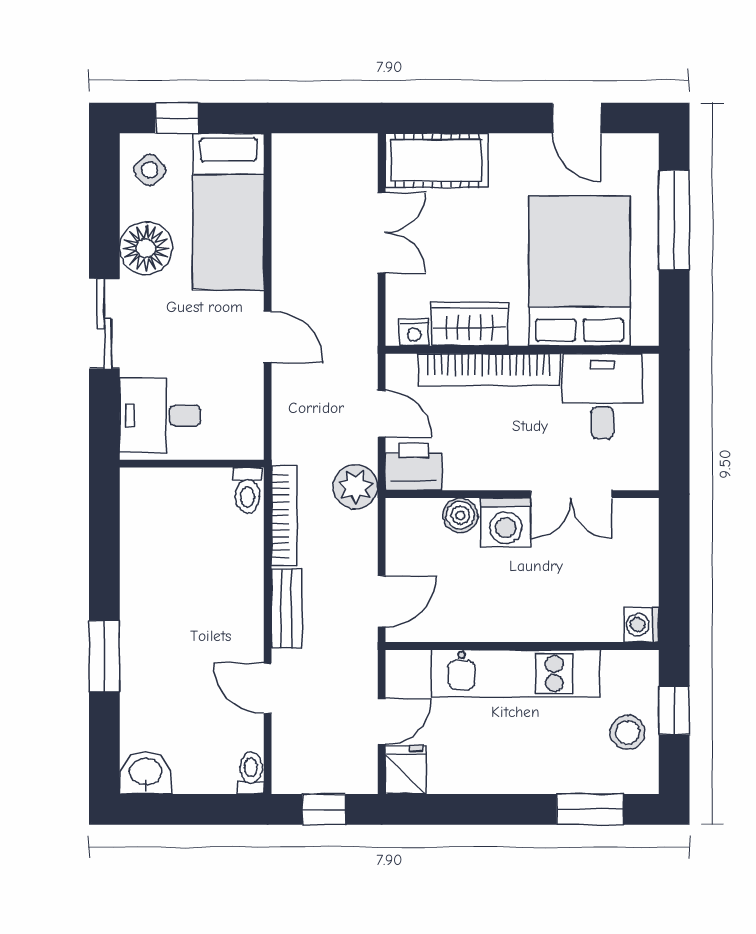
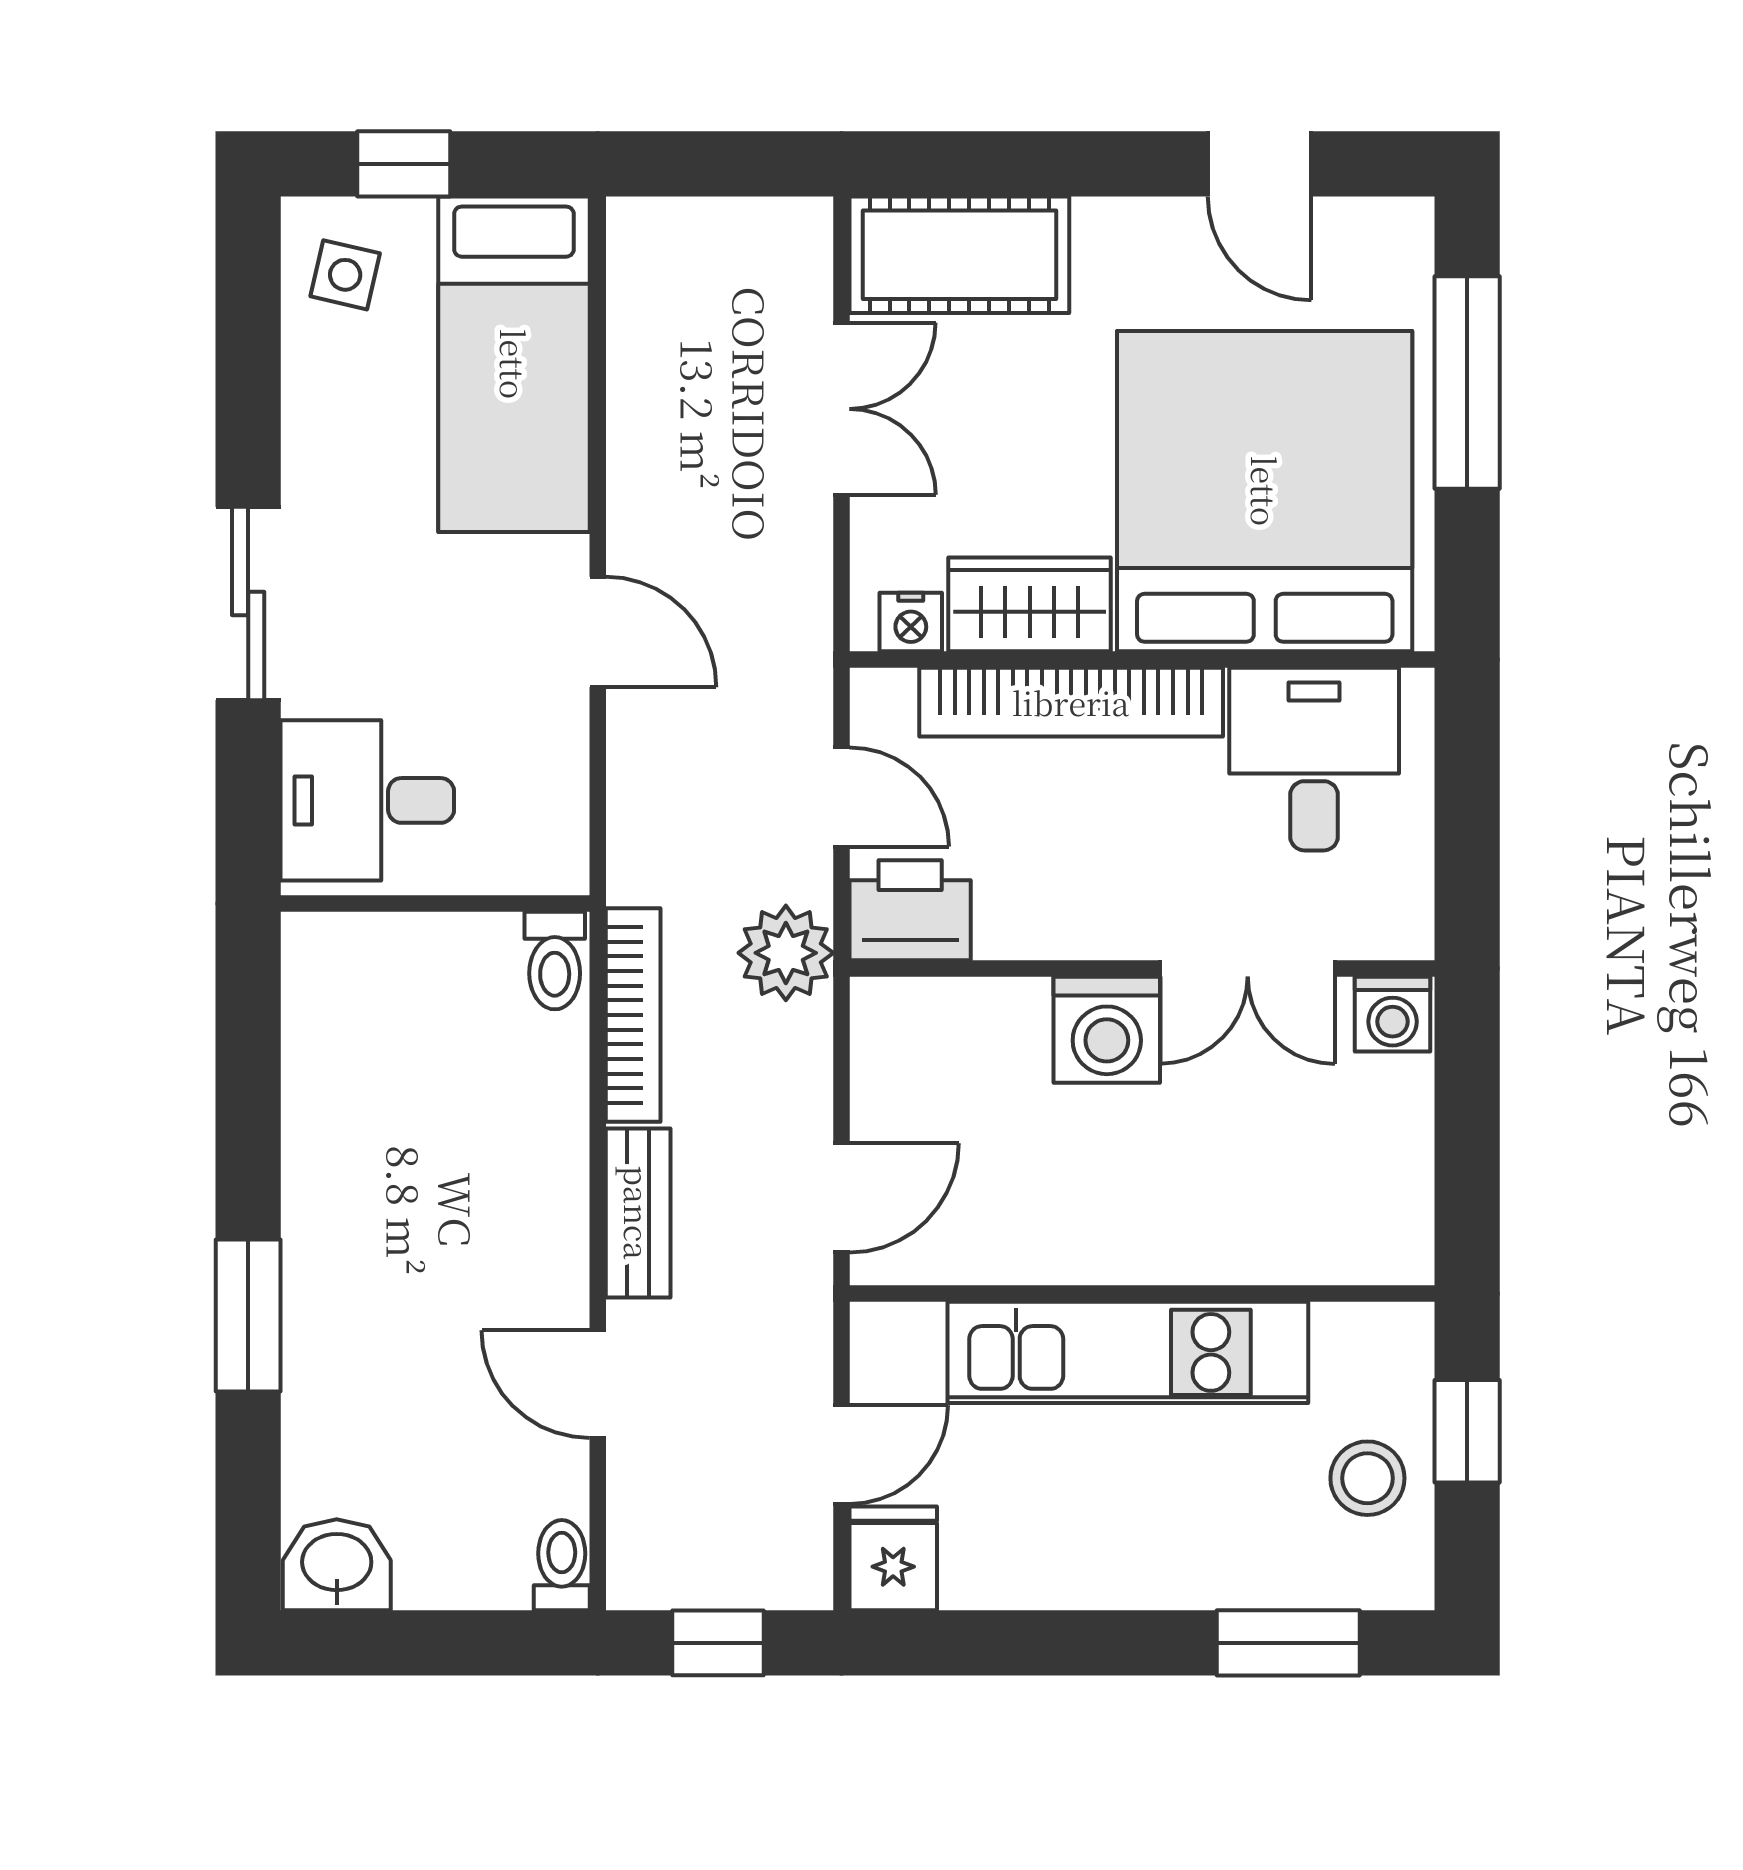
side table: (150, 170) -> (345, 275), turned -33
floor lamp: (146, 248) -> (337, 442), removed
bed: (579, 271) -> (1265, 491), width x1.36
boiler: (460, 515) -> (1010, 1014), removed
washing machine: (641, 625) -> (1393, 1014), moved, turned -90

